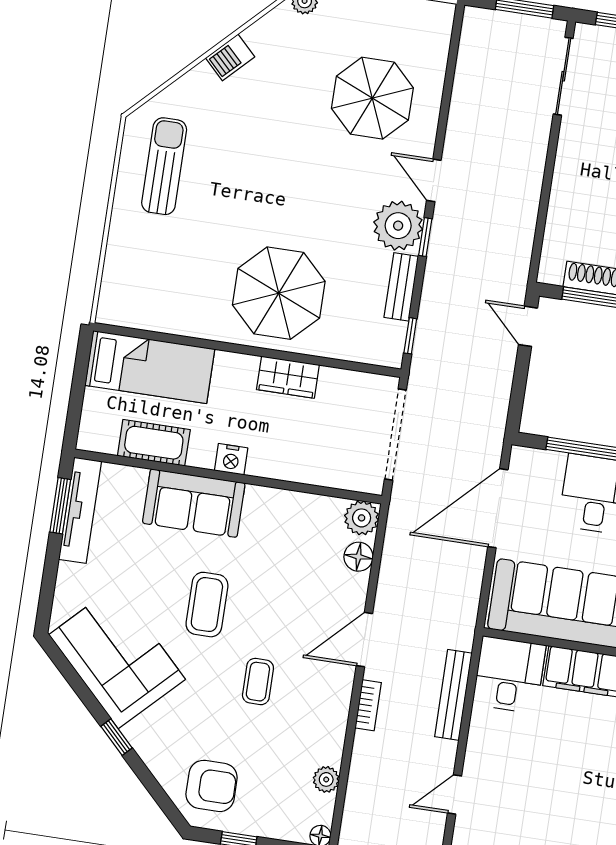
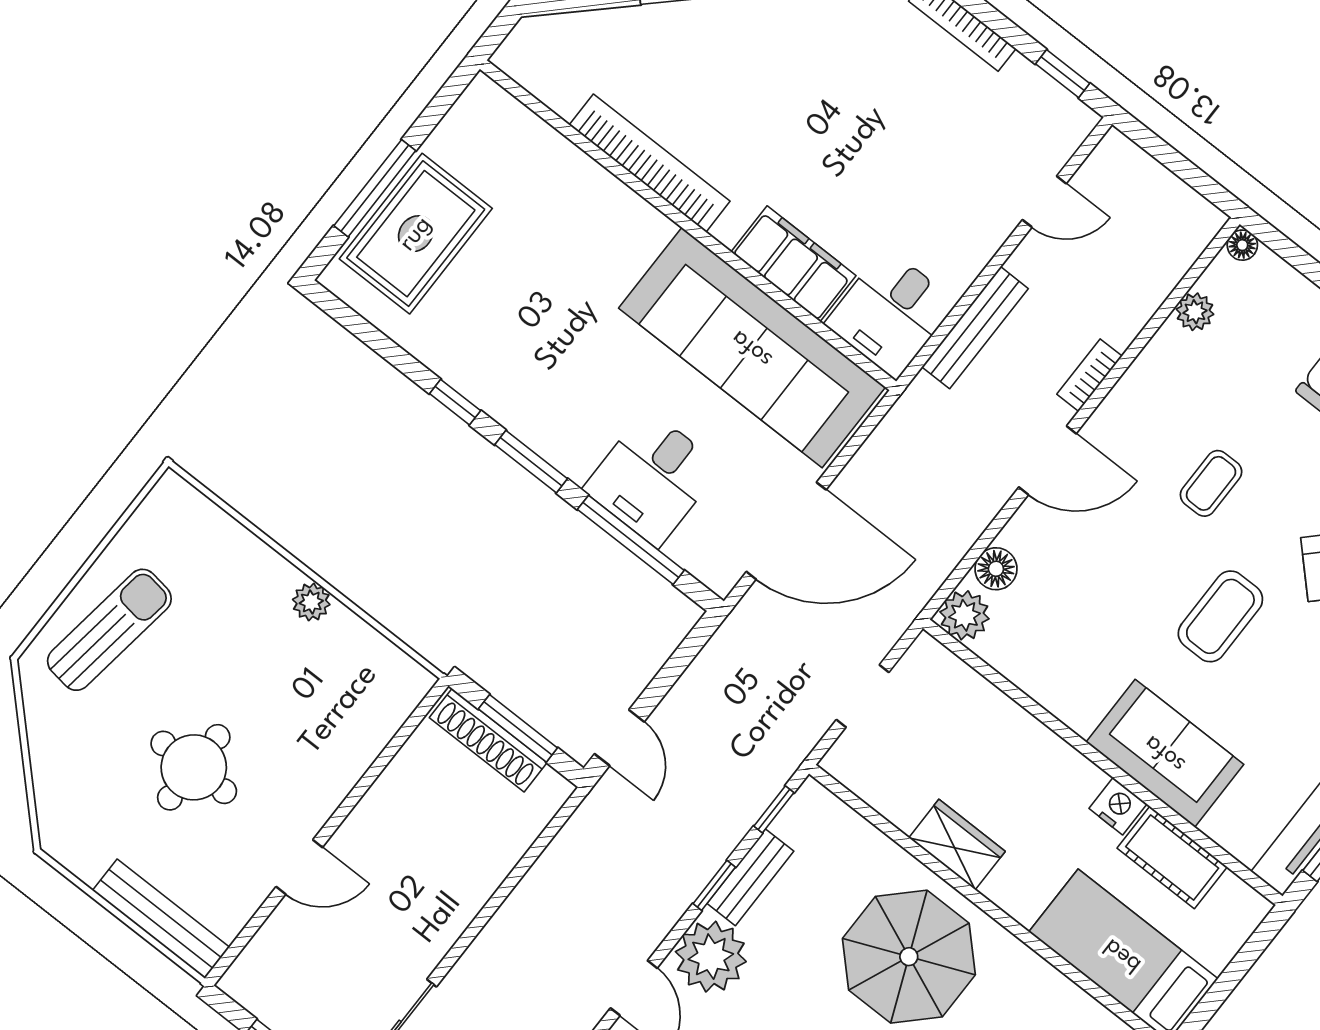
window: (425, 237) -> (714, 885), moved
doorway: (395, 435) -> (863, 696), width x0.53
nightstand: (231, 459) -> (1118, 806), moved

